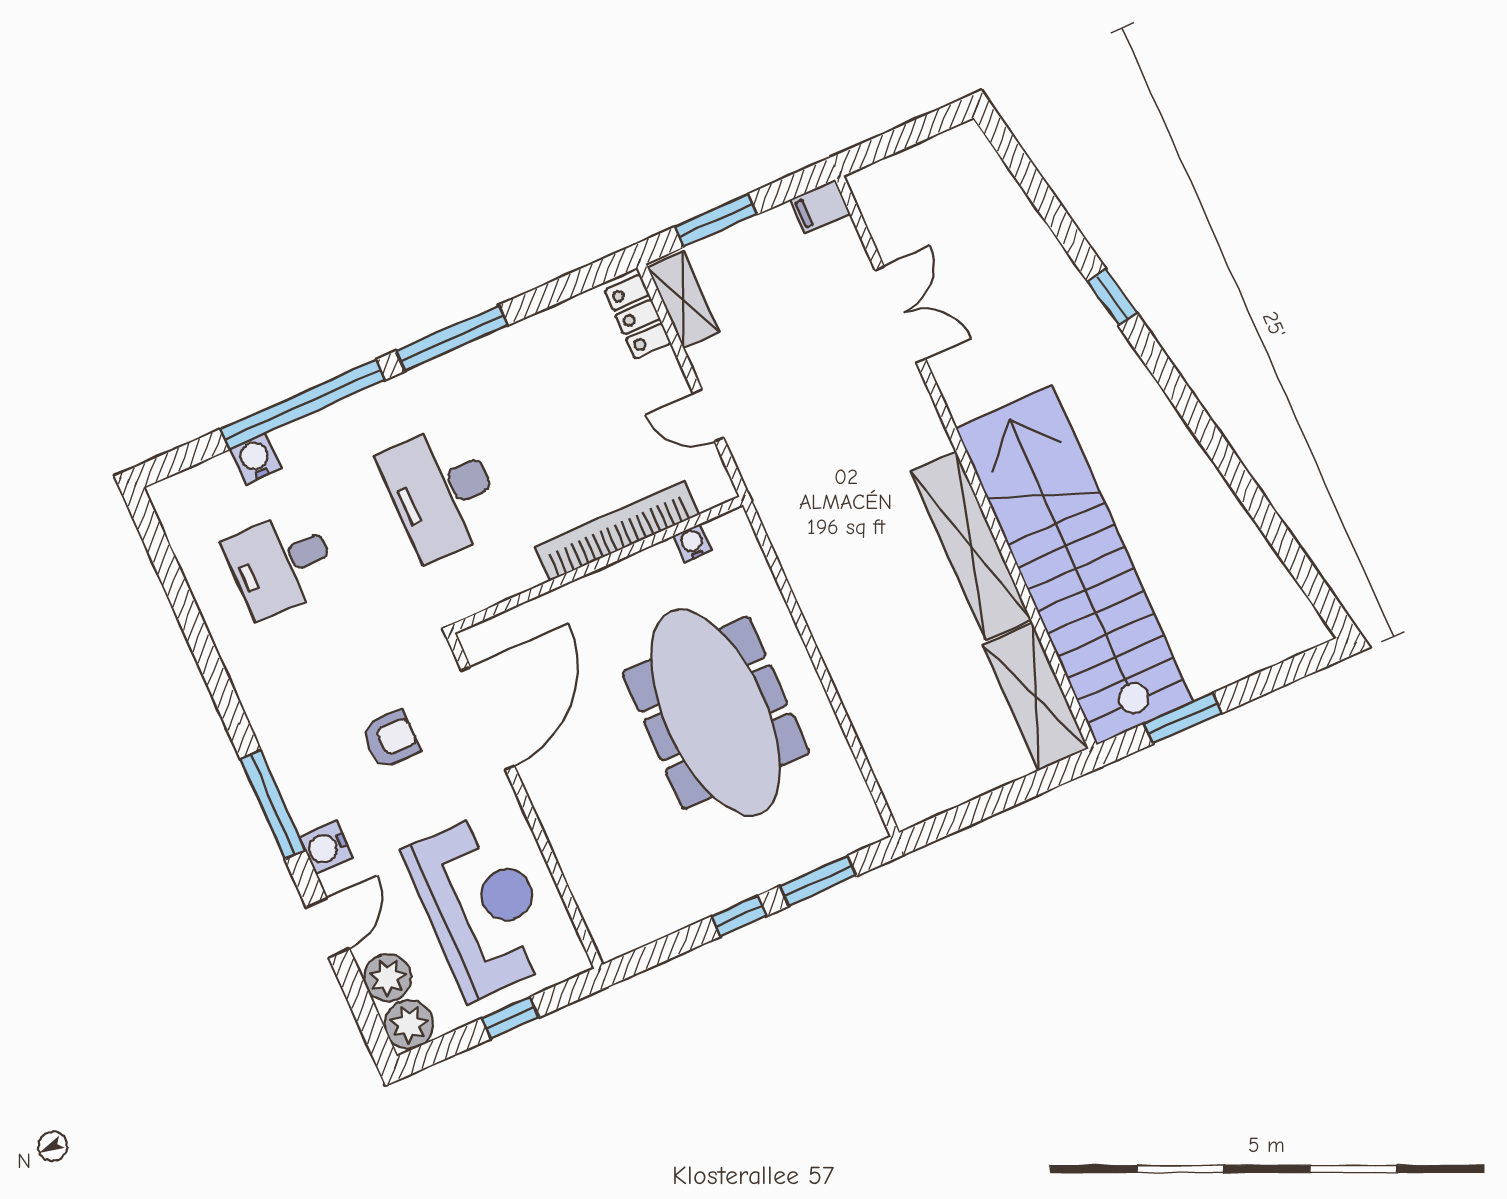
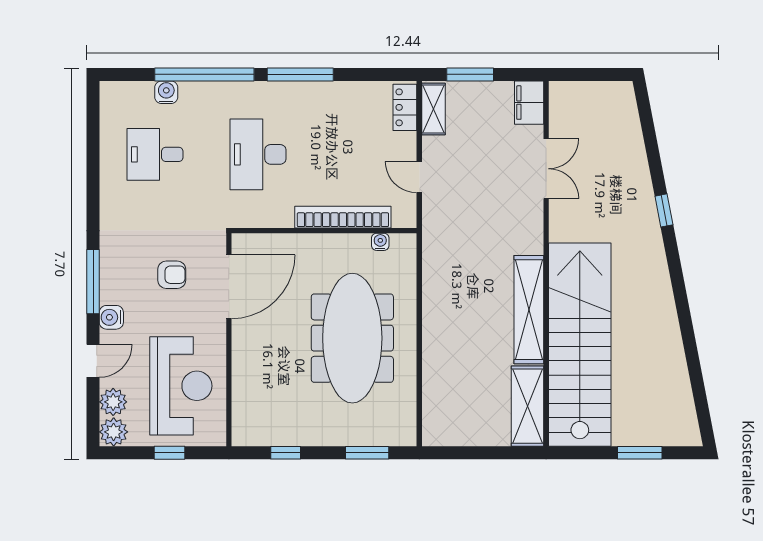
filing cabinet: (820, 206) -> (529, 103), width x2.00
window: (1183, 718) -> (640, 453), moved
window: (739, 916) -> (286, 453), moved

